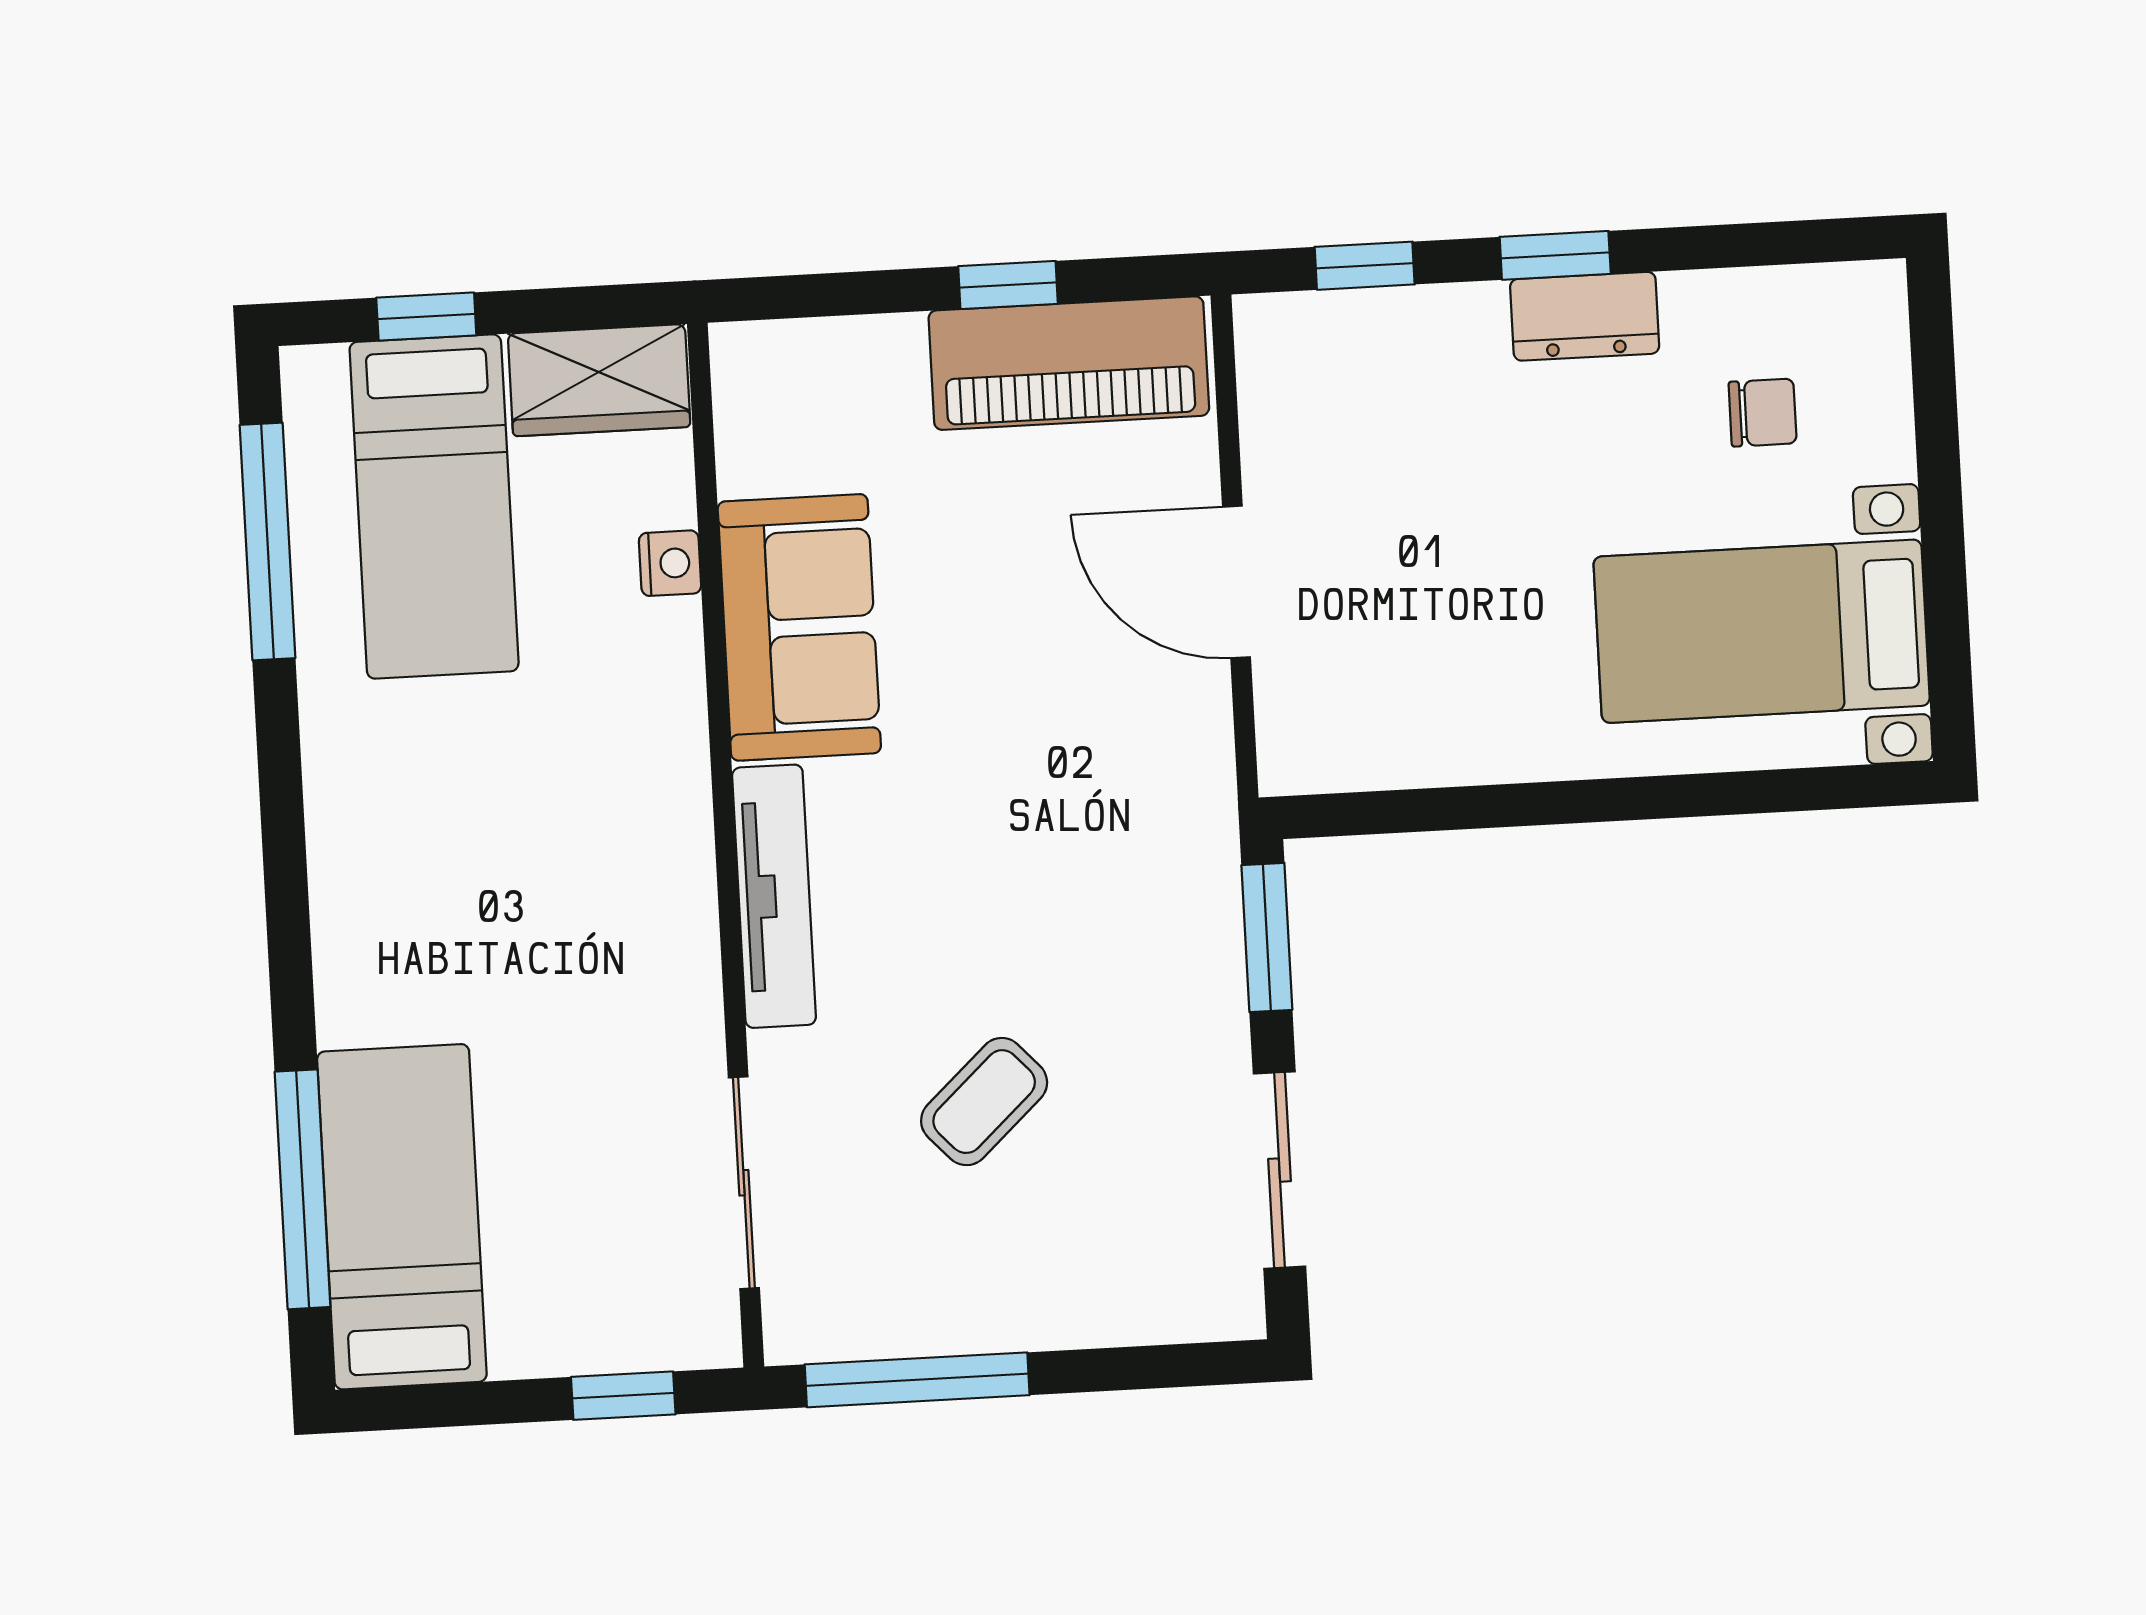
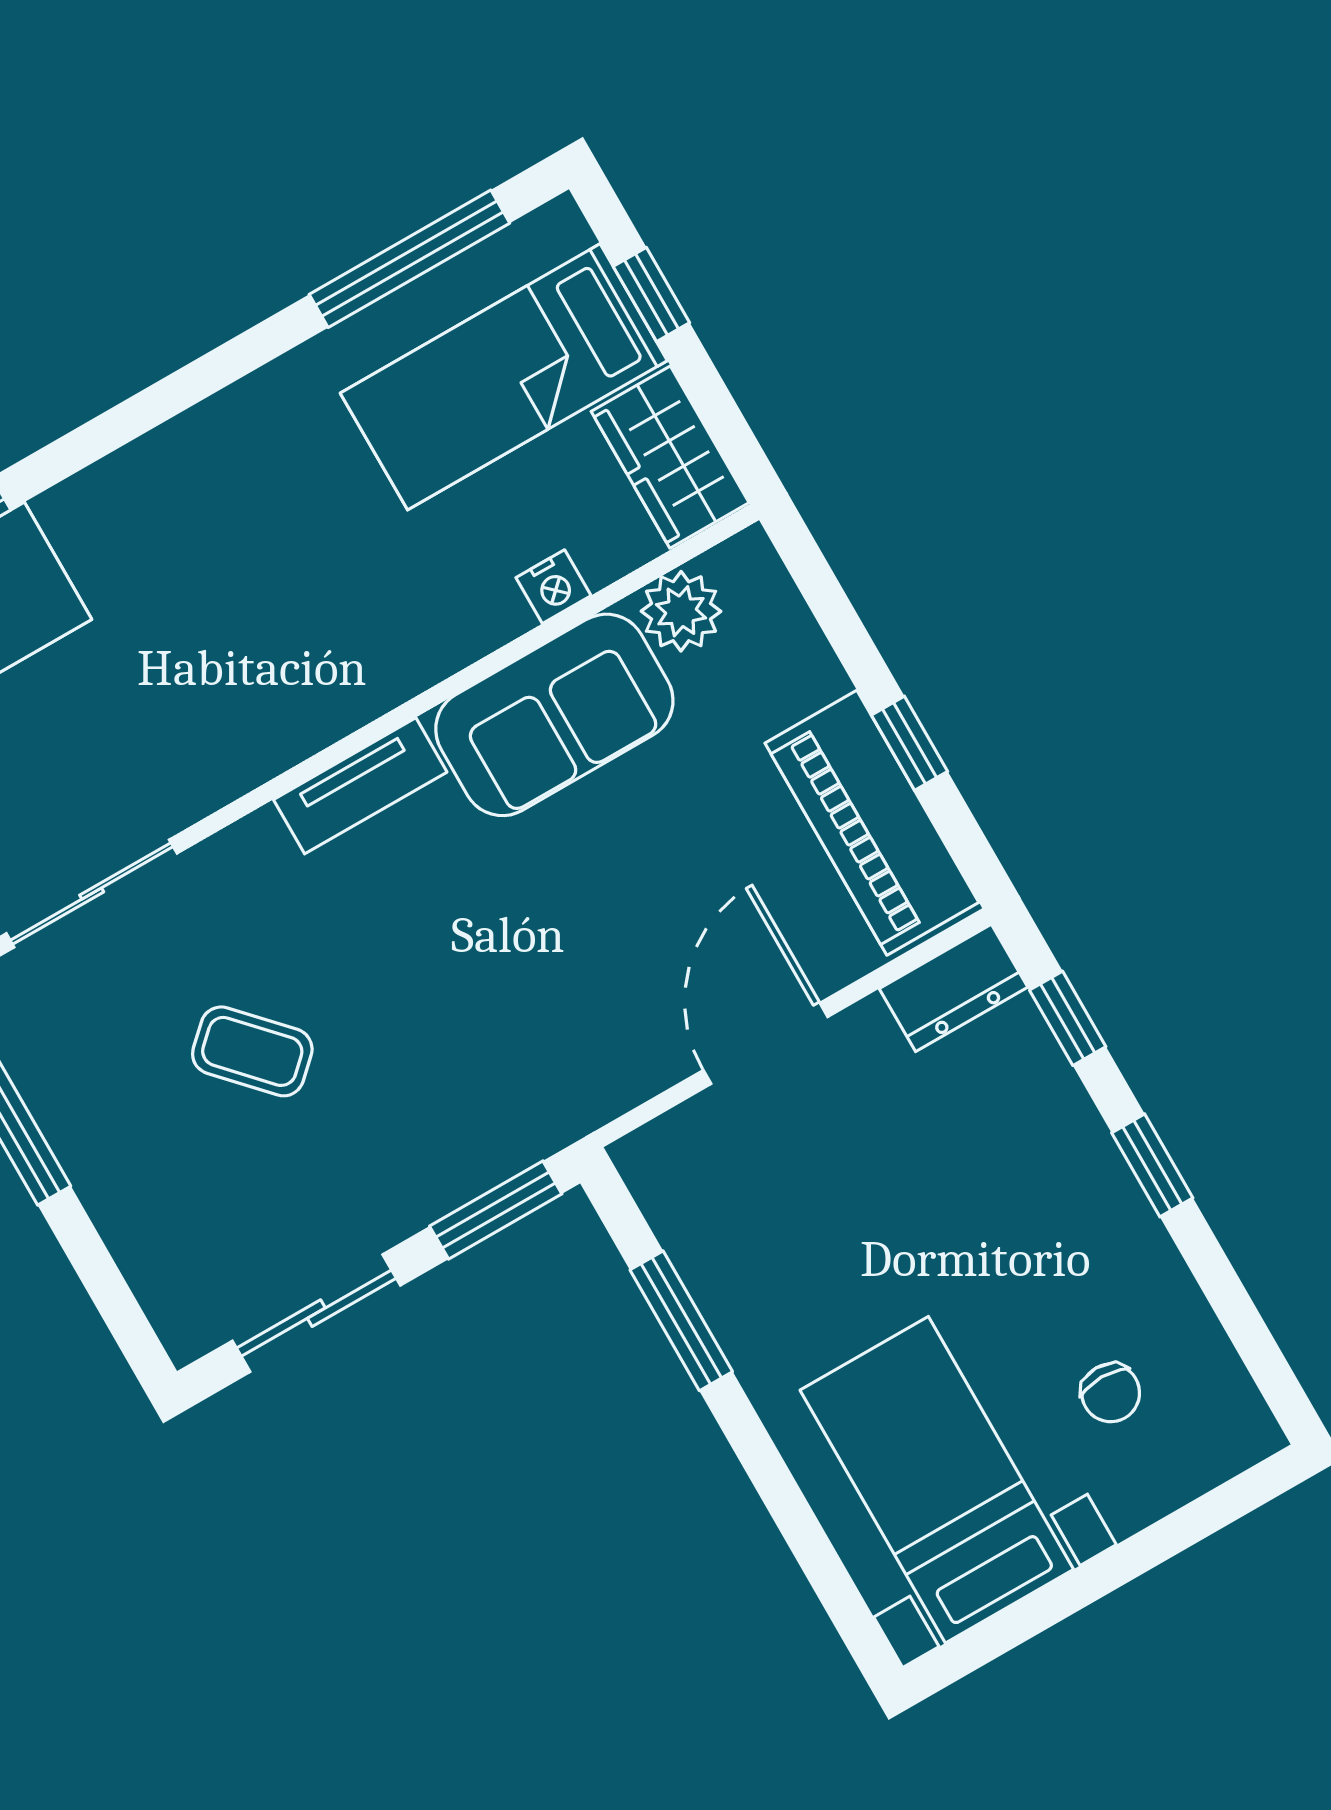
dresser: (1585, 316) -> (953, 988), moved, turned -90
plant: (759, 448) -> (681, 611), added
window: (1472, 807) -> (681, 1321), added
tv unit: (774, 896) -> (360, 786), width x0.71

